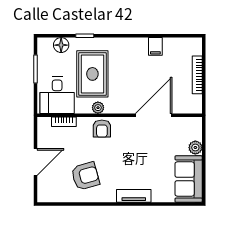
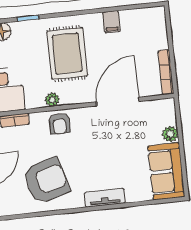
rug: (92, 74) -> (67, 53), moved
bookcase: (197, 75) -> (166, 72), moved
armchair: (85, 176) -> (46, 181), width x1.36, depth x1.36

